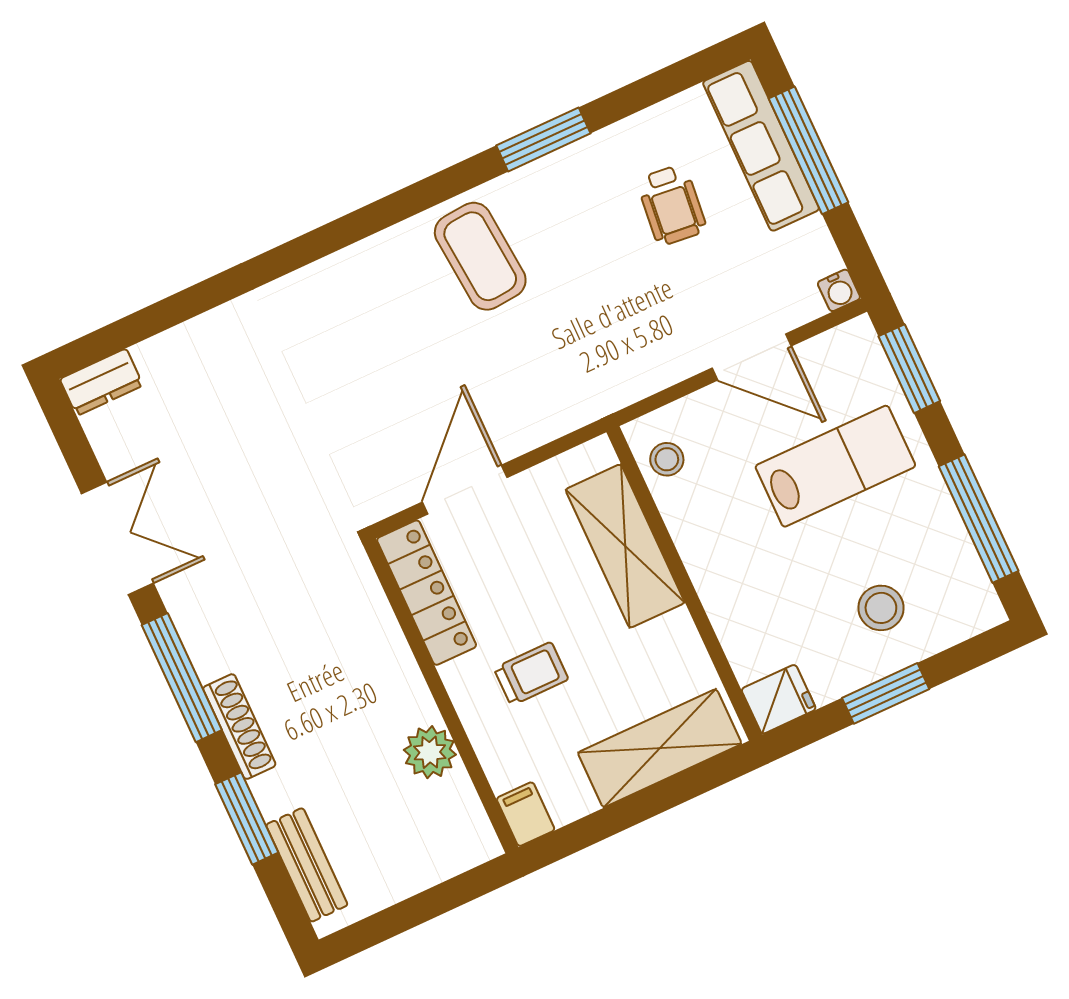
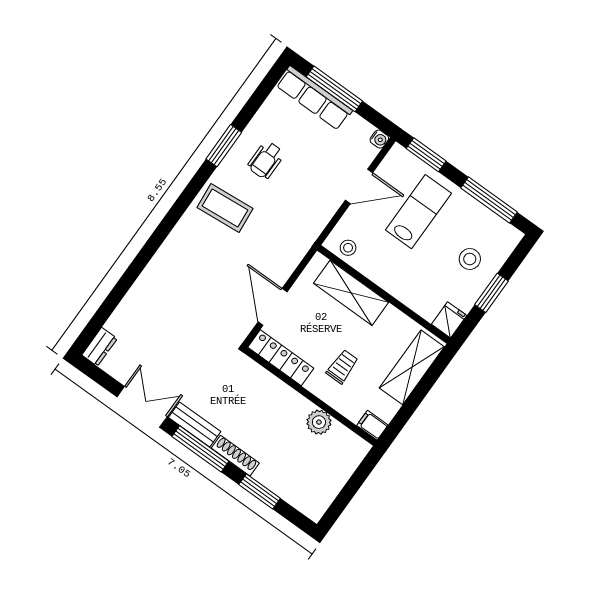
wheelchair: (672, 205) -> (266, 160), moved, turned 84
bench: (307, 865) -> (195, 425), moved

